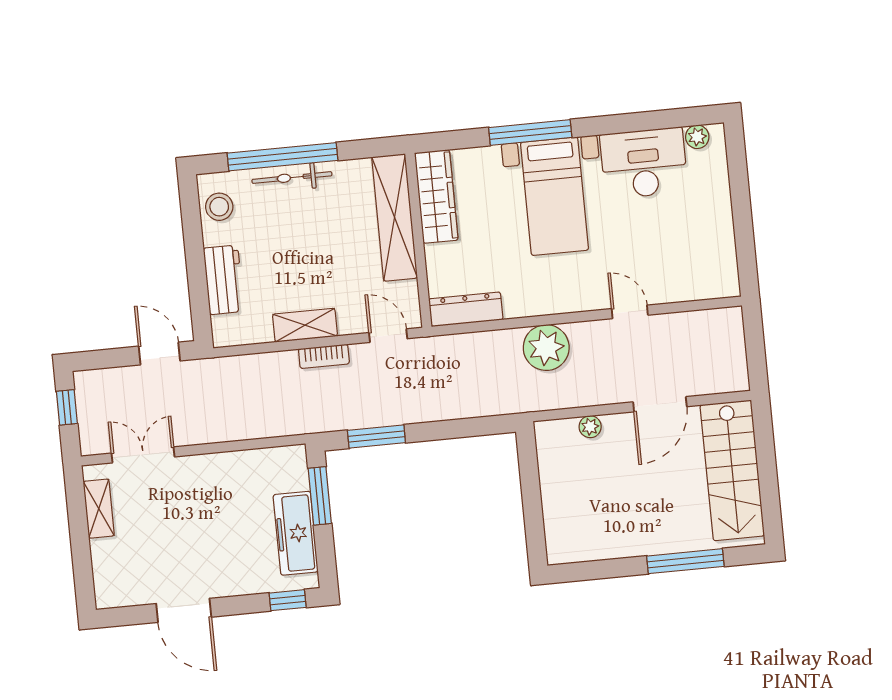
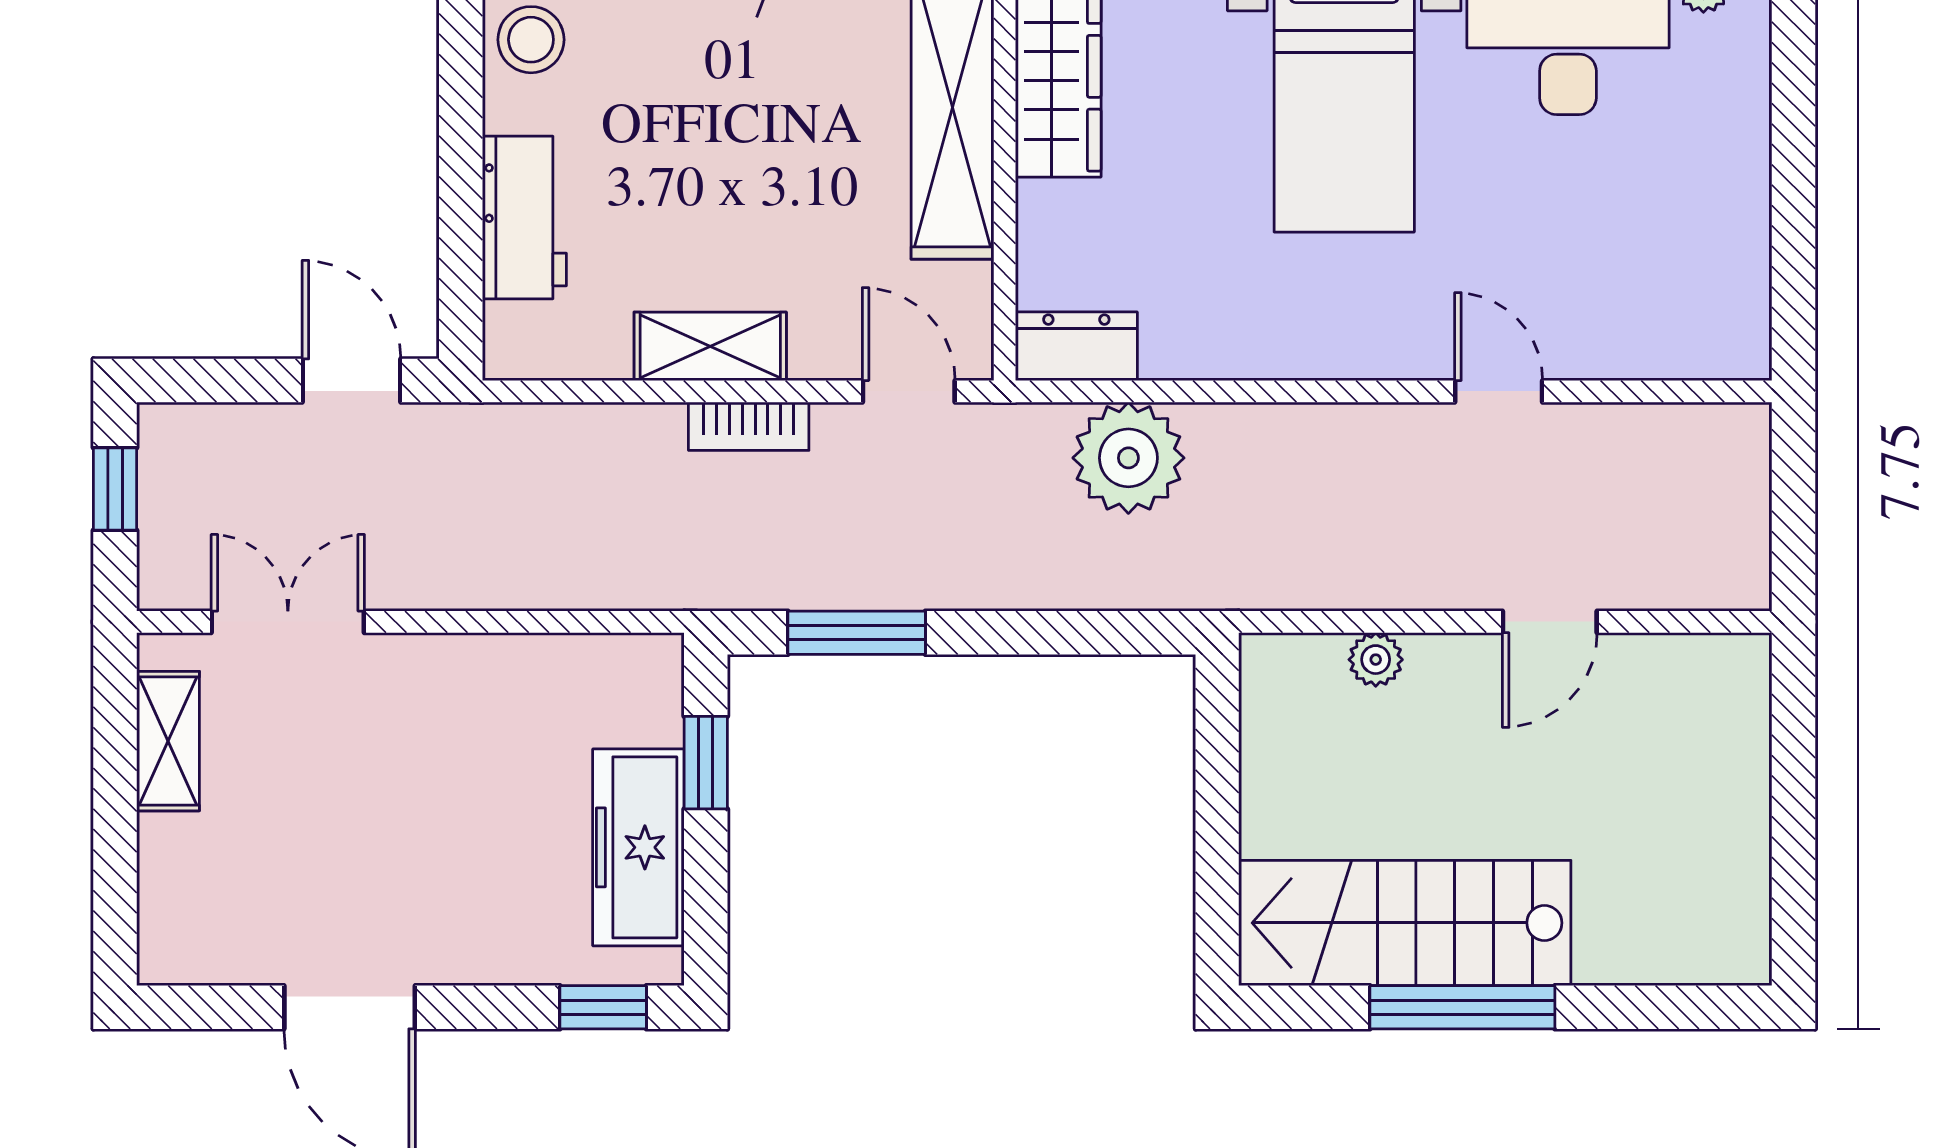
dresser: (466, 309) -> (1076, 346), width x0.70
plant: (546, 348) -> (1128, 458), moved
door: (660, 404) -> (1550, 622), width x0.73
stairs: (732, 470) -> (1405, 923), moved, turned 90
window: (320, 496) -> (706, 763), width x0.67
window: (685, 561) -> (1462, 1007), moved

